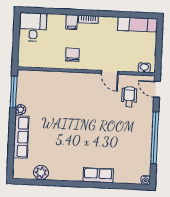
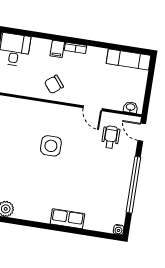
chair: (72, 55) -> (54, 84), turned -129
side table: (76, 111) -> (51, 146), added

